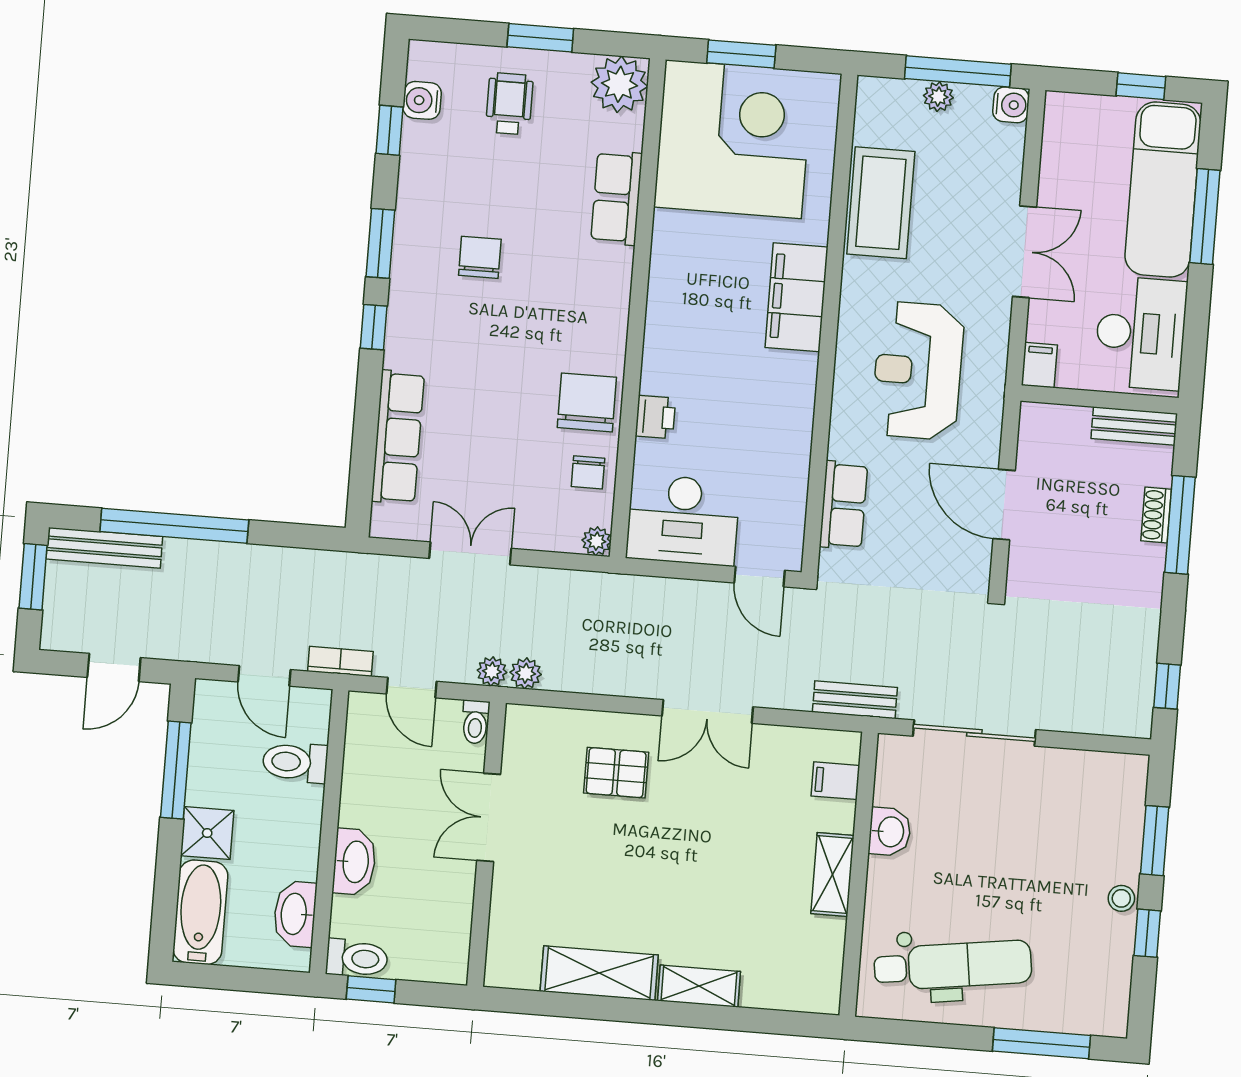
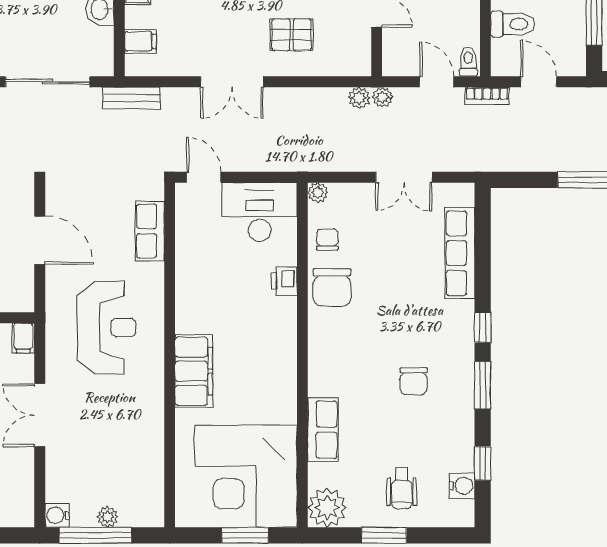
coffee table: (881, 203) -> (141, 441), removed
double door: (707, 711) -> (232, 82), swing flipped
toilet: (475, 722) -> (468, 62), moved

